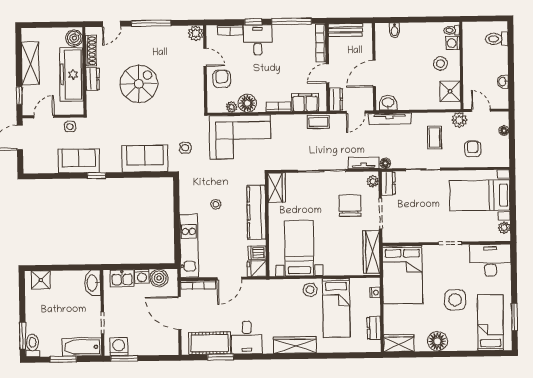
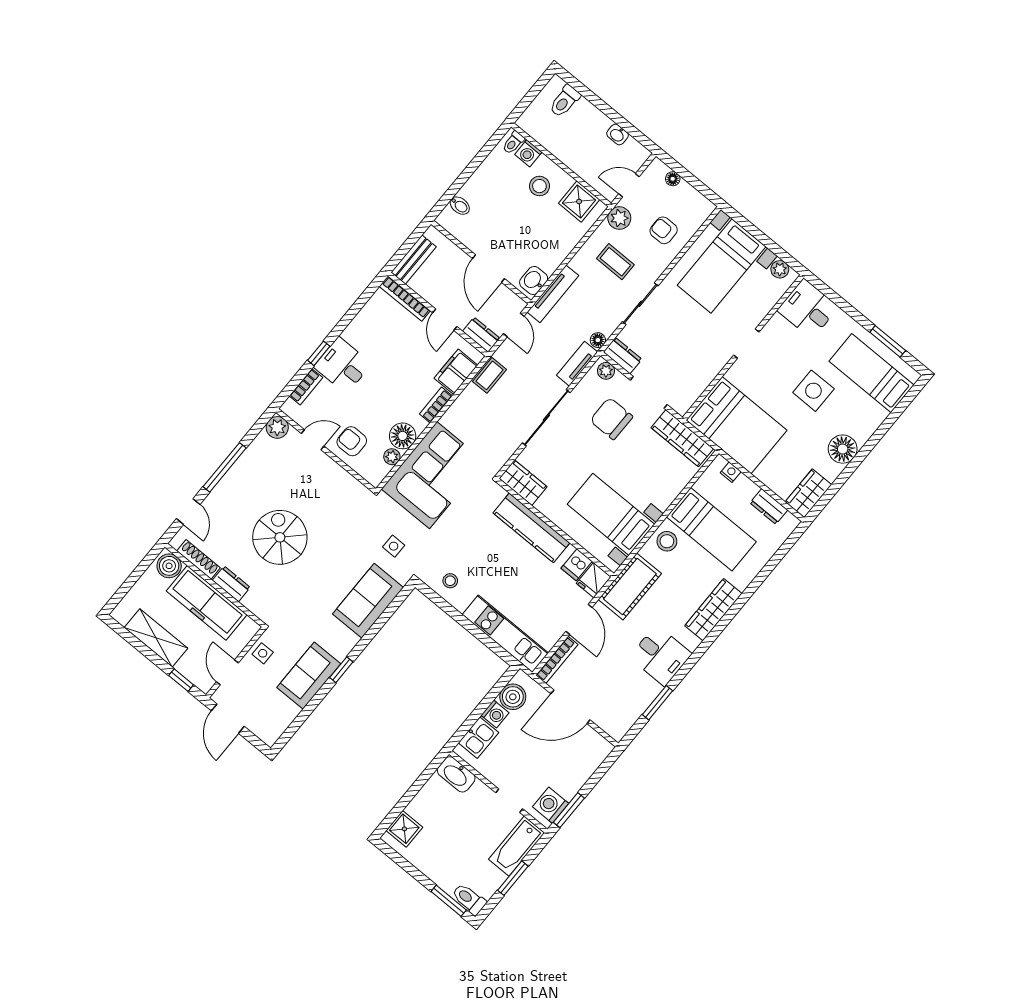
window: (292, 21) -> (354, 311), removed
stool: (216, 204) -> (450, 581), moved
desk: (490, 260) -> (808, 309), width x0.73
cot: (210, 343) -> (630, 586), moved

